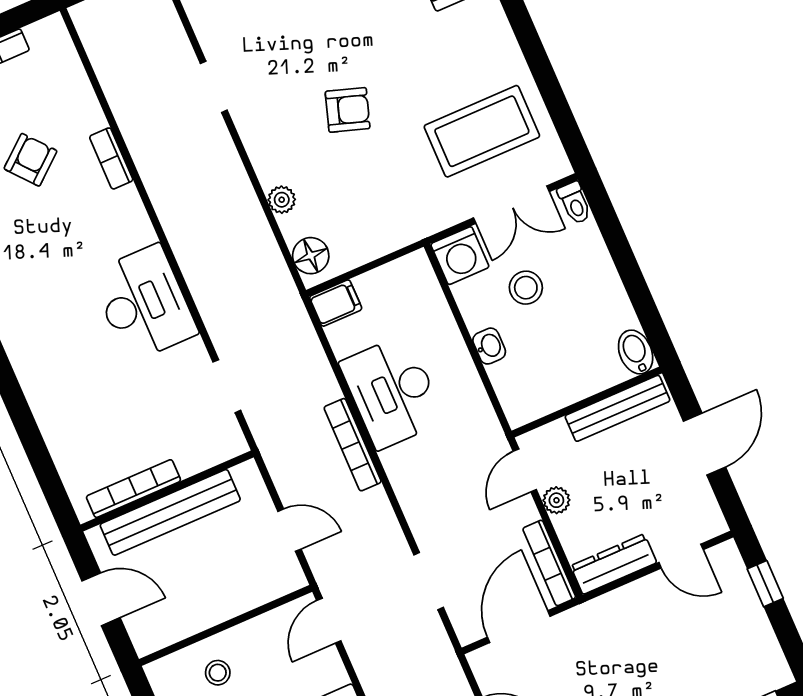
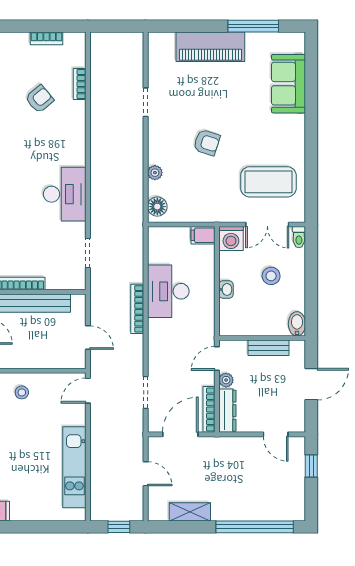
bookcase: (111, 158) -> (80, 84), moved
stool: (526, 288) -> (271, 276), moved
filing cabinet: (336, 303) -> (203, 235), moved, turned 180
bench: (617, 408) -> (269, 348), width x0.73
dresser: (614, 564) -> (227, 411), moved, turned 90

